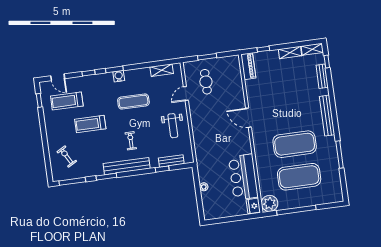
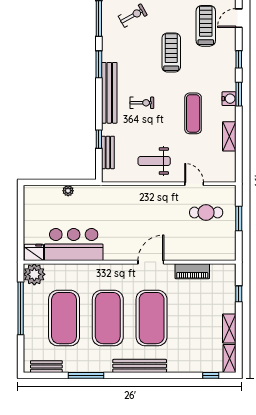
piano: (248, 66) -> (192, 271), moved
shelving: (162, 70) -> (229, 136), moved
bench: (322, 76) -> (46, 367), moved
exercise mat: (290, 112) -> (152, 318), added

